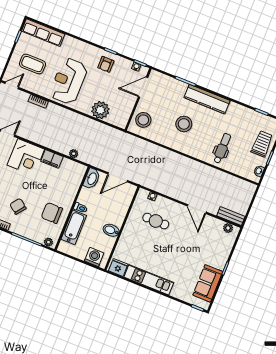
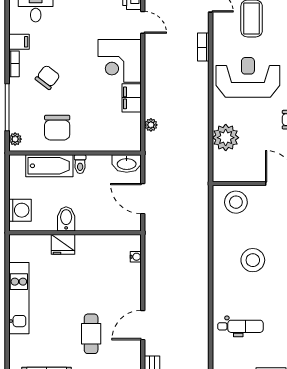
chair: (52, 213) -> (57, 128), turned 180
cafe table: (156, 221) -> (91, 334), moved
fridge: (118, 268) -> (63, 244), moved, turned 90

